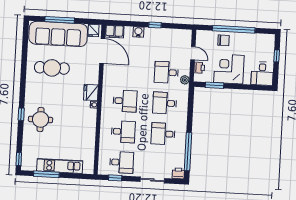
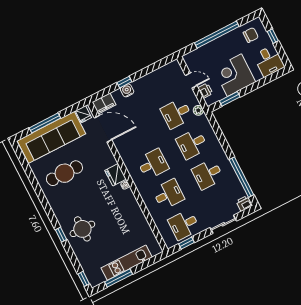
window: (155, 25) -> (124, 82), moved
chair: (223, 40) -> (251, 35), moved
desk: (122, 162) -> (184, 225), turned 180

